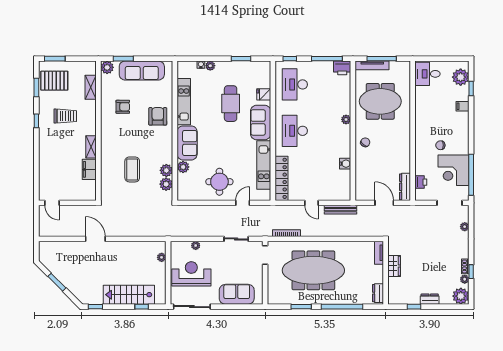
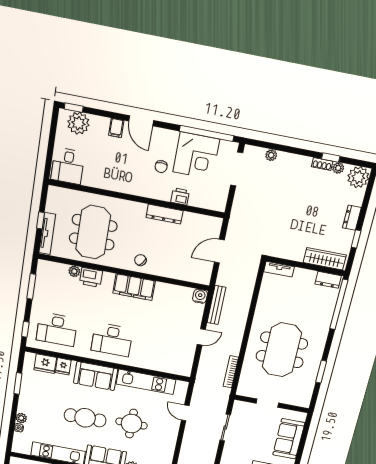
window: (327, 59) -> (31, 286), width x0.69
window: (382, 59) -> (41, 220), width x0.46
printer: (342, 68) -> (91, 277), moved, turned 90
fridge: (263, 79) -> (45, 364), added
window: (471, 89) -> (74, 108), moved
cafe table: (231, 104) -> (85, 418), moved
plant: (346, 119) -> (74, 271), moved
door: (471, 124) -> (141, 121), added
filing cabinet: (342, 141) -> (134, 287), added
water cooler: (345, 164) -> (200, 296), moved
locker: (282, 178) -> (165, 365), removed
round table: (219, 182) -> (131, 424), moved
printer: (421, 182) -> (180, 197), moved
dresser: (405, 187) -> (164, 214), moved
doorway: (265, 255) -> (267, 403), moved
wardrobe: (394, 266) -> (325, 259), moved, width x1.50
meeting table: (313, 270) -> (282, 350), width x0.73
window: (342, 307) -> (339, 304), moved

